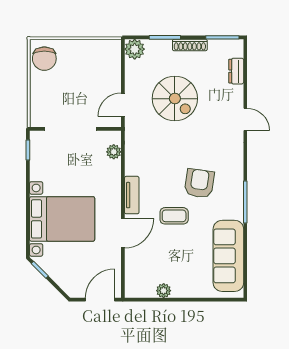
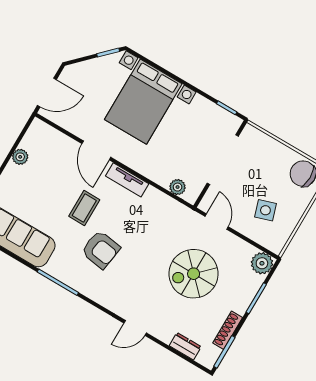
shoe rack: (190, 45) -> (228, 330), moved
side table: (91, 71) -> (265, 210), added
door: (100, 300) -> (47, 93), hinge flipped

